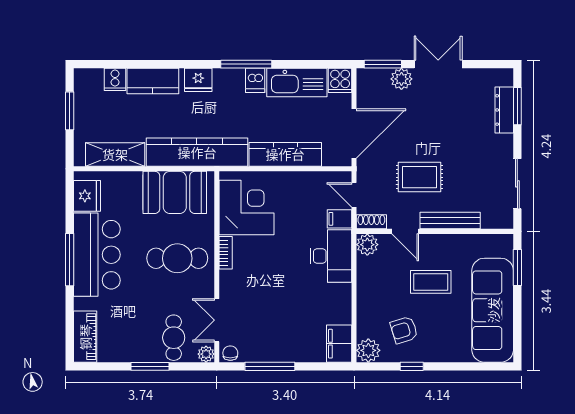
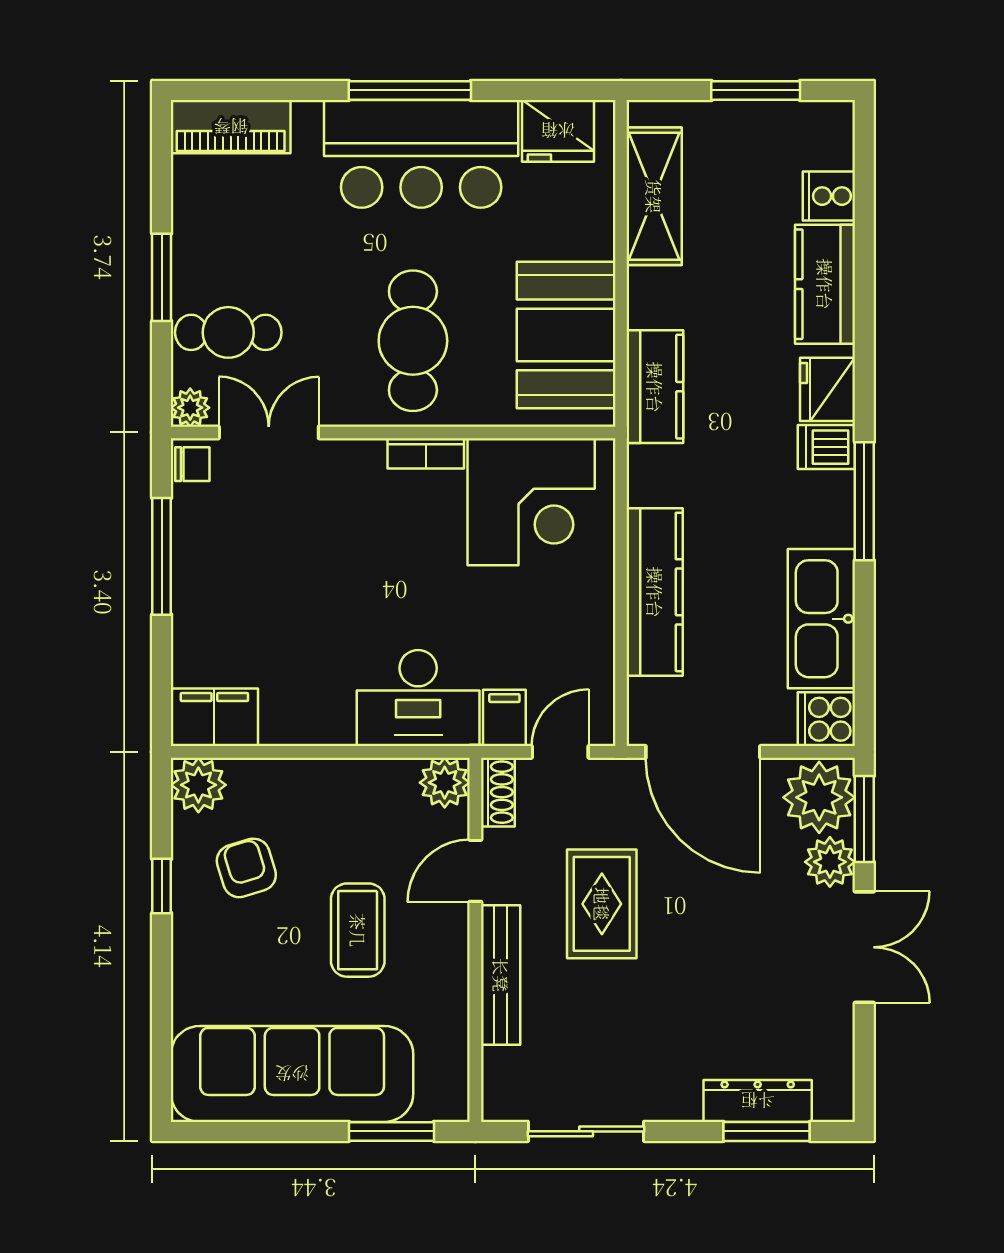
dishwasher: (255, 80) -> (826, 447), moved
plant: (374, 84) -> (819, 797), added
kitchen counter: (197, 152) -> (655, 387), width x0.48, depth x0.86

